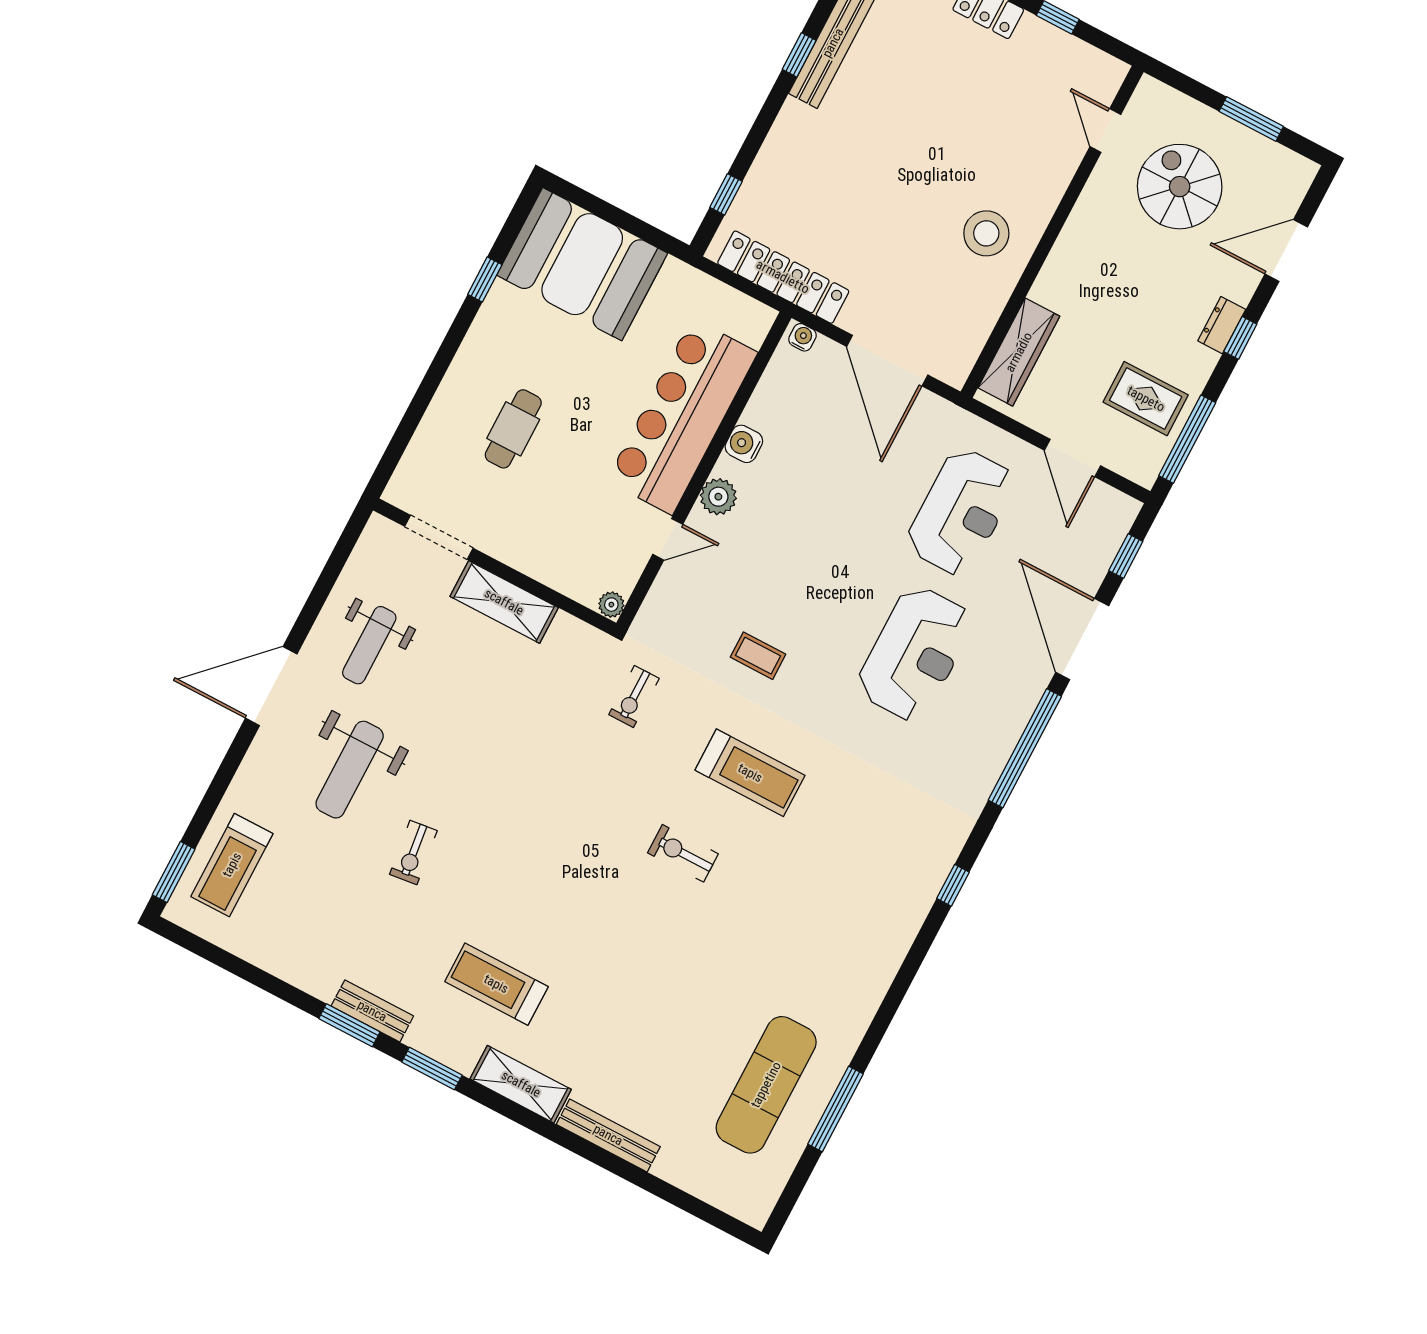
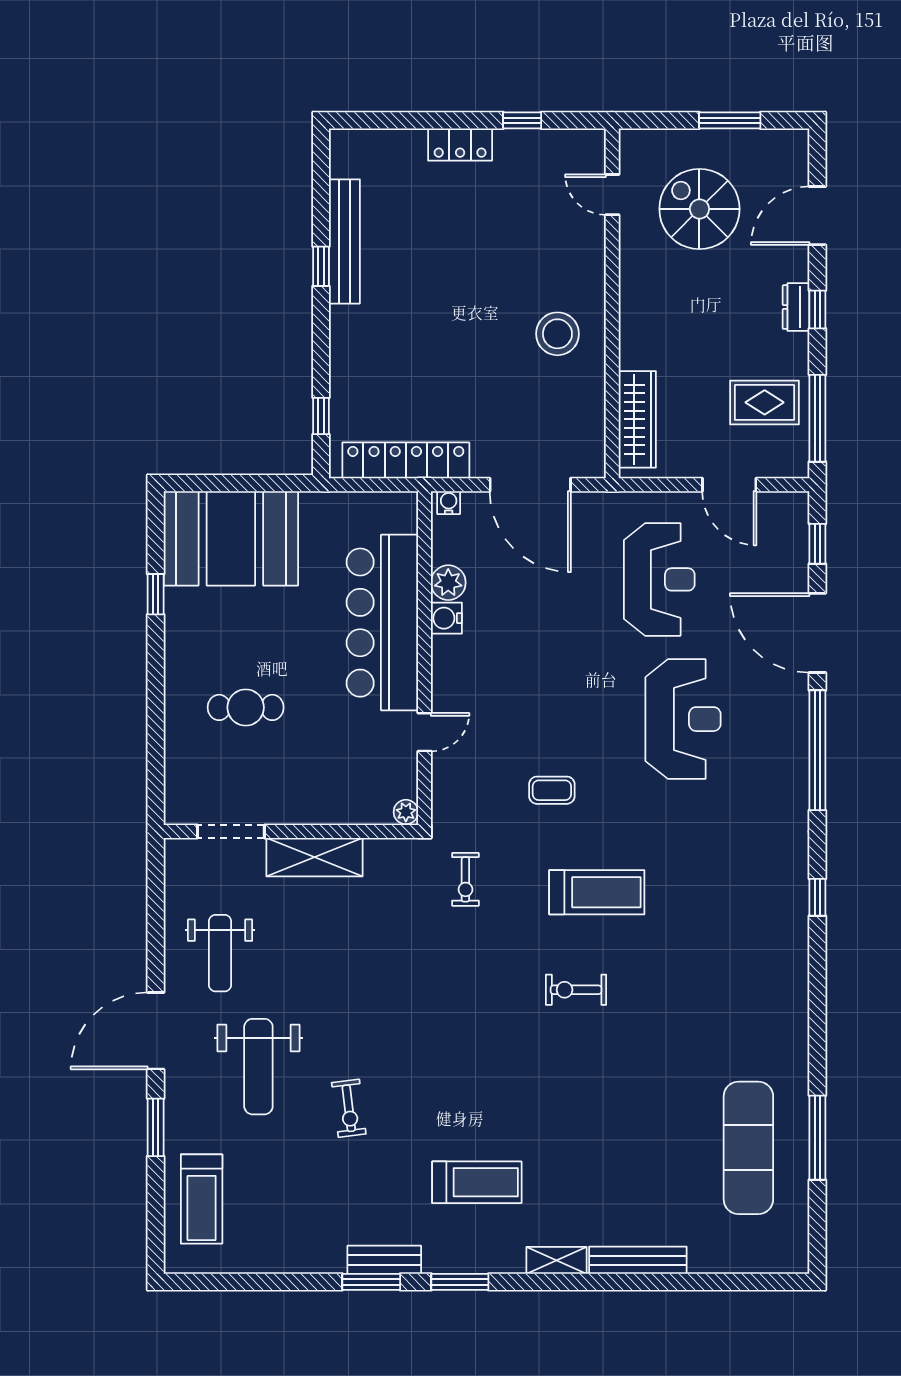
cafe table: (513, 429) -> (246, 707), turned 90
plant: (718, 497) -> (448, 583), moved
window: (174, 872) -> (156, 1127), moved
treadmill: (496, 984) -> (477, 1182), turned 180
shelving: (521, 1084) -> (556, 1260), width x0.67, depth x0.75

